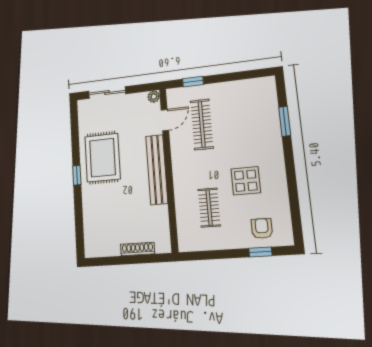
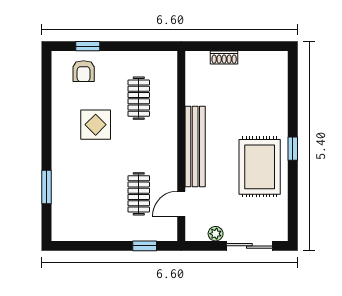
plant: (154, 97) -> (216, 234), moved
clothes rail: (202, 124) -> (139, 194), width x0.73
shoe rack: (138, 249) -> (224, 58), width x0.70

